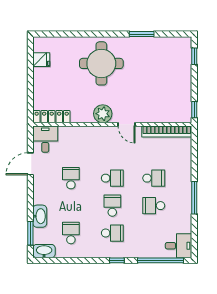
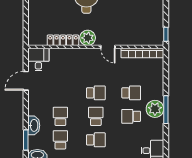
locker: (52, 117) -> (63, 40), moved
school desk: (71, 178) -> (60, 116), moved
plant: (182, 197) -> (155, 109), added

